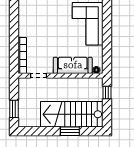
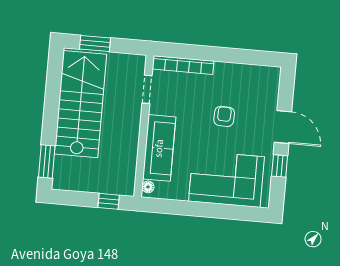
armchair: (51, 28) -> (224, 116), added
stairs: (72, 114) -> (81, 104), moved
window: (70, 131) -> (47, 162), moved

